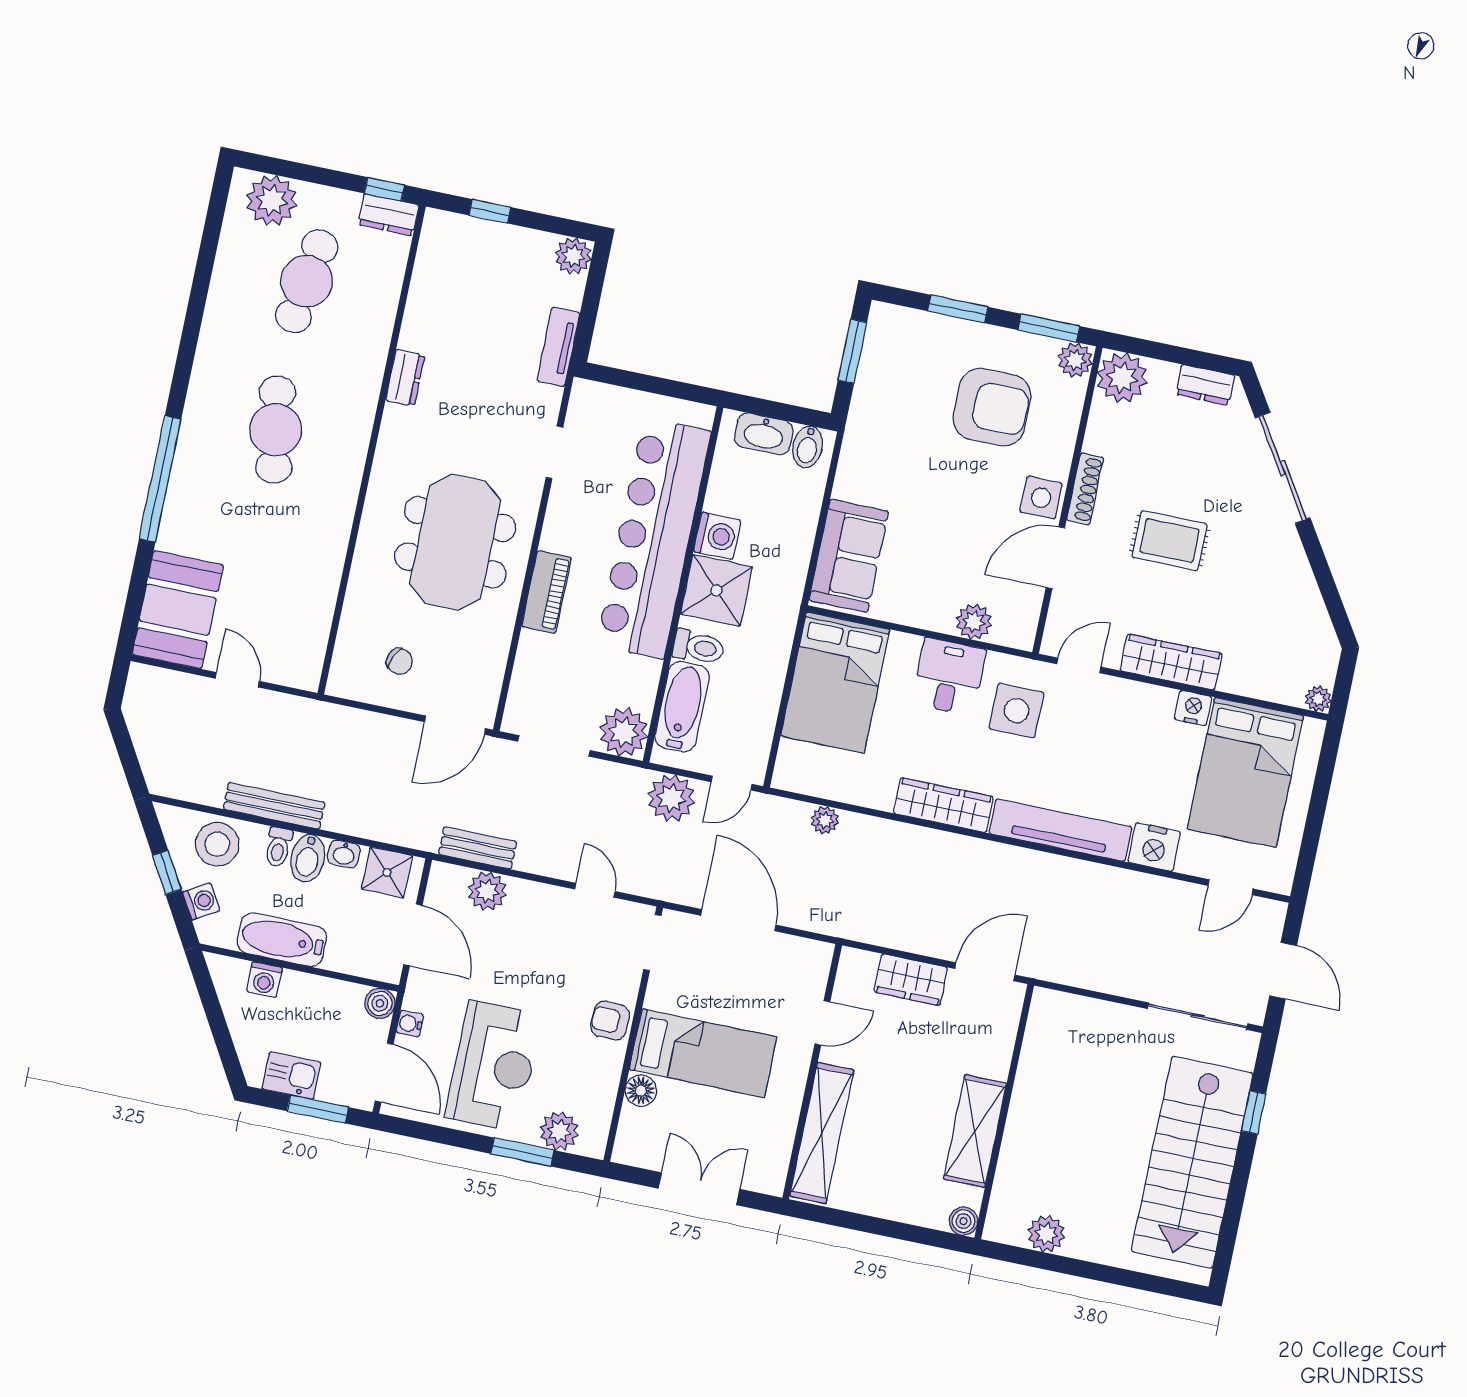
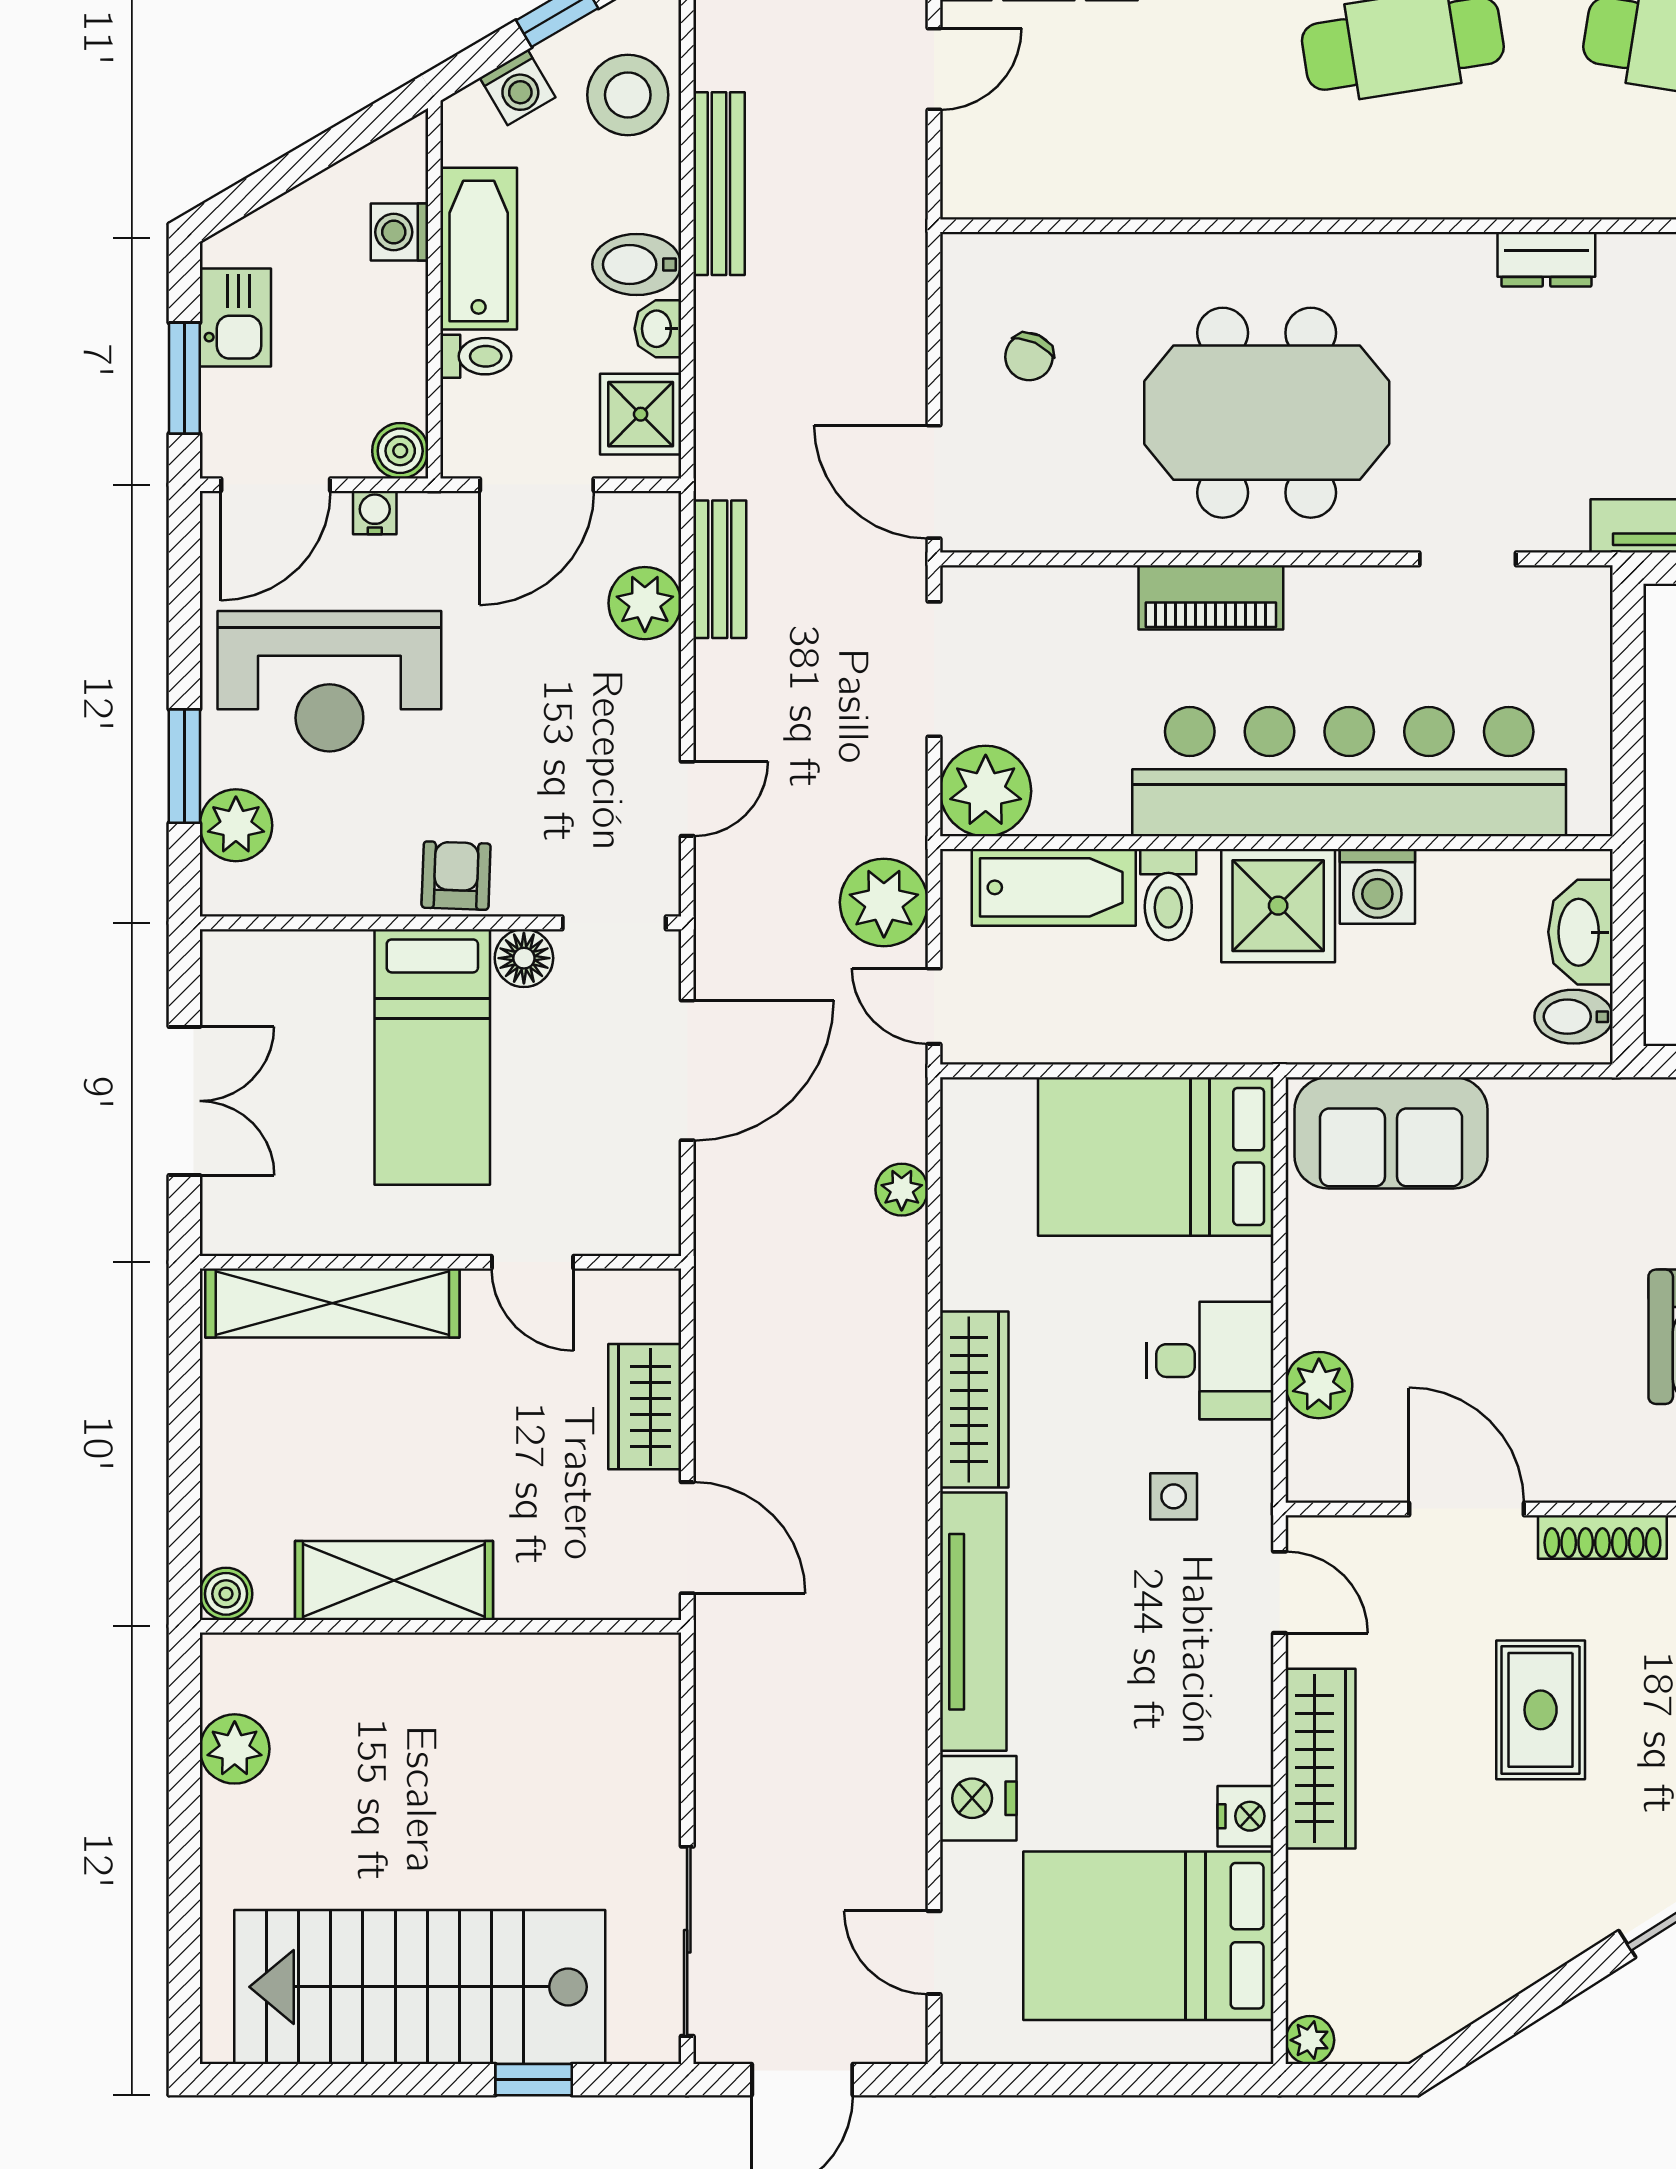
side table: (1041, 498) -> (1570, 1460), removed
side table: (1016, 711) -> (1174, 1496), width x0.54, depth x0.54
toilet: (278, 847) -> (476, 356), moved, turned 180
floor lamp: (641, 1091) -> (524, 958), moved

